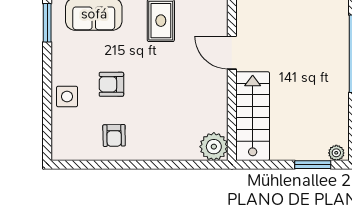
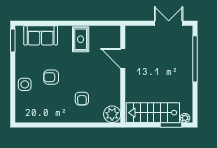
stairs: (253, 116) -> (153, 113), moved, turned -90
armchair: (114, 135) -> (82, 99), moved

